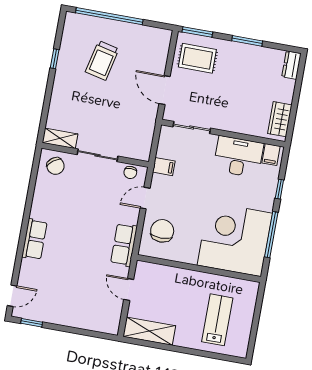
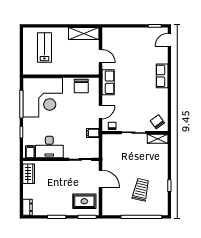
chair: (162, 231) -> (81, 86), moved
lab bench: (217, 320) -> (44, 47), turned 180

